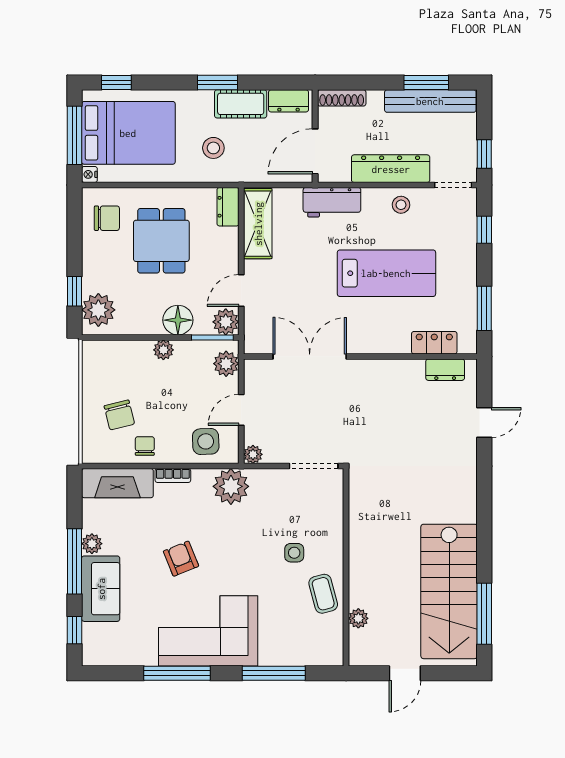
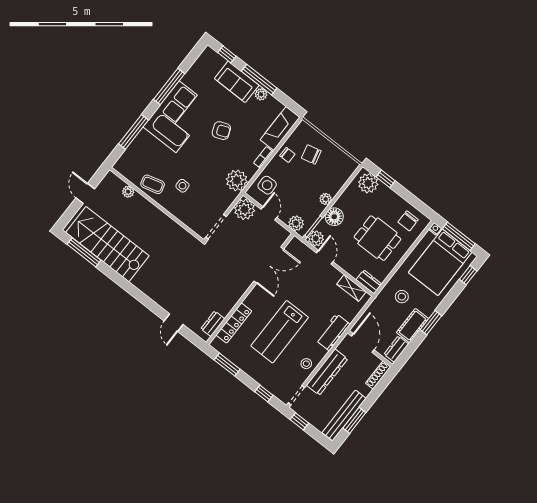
shelving: (258, 224) -> (351, 288), width x0.67, depth x0.75
locker: (434, 343) -> (234, 323), width x1.53
plant: (253, 454) -> (245, 209), width x1.88, depth x1.88

